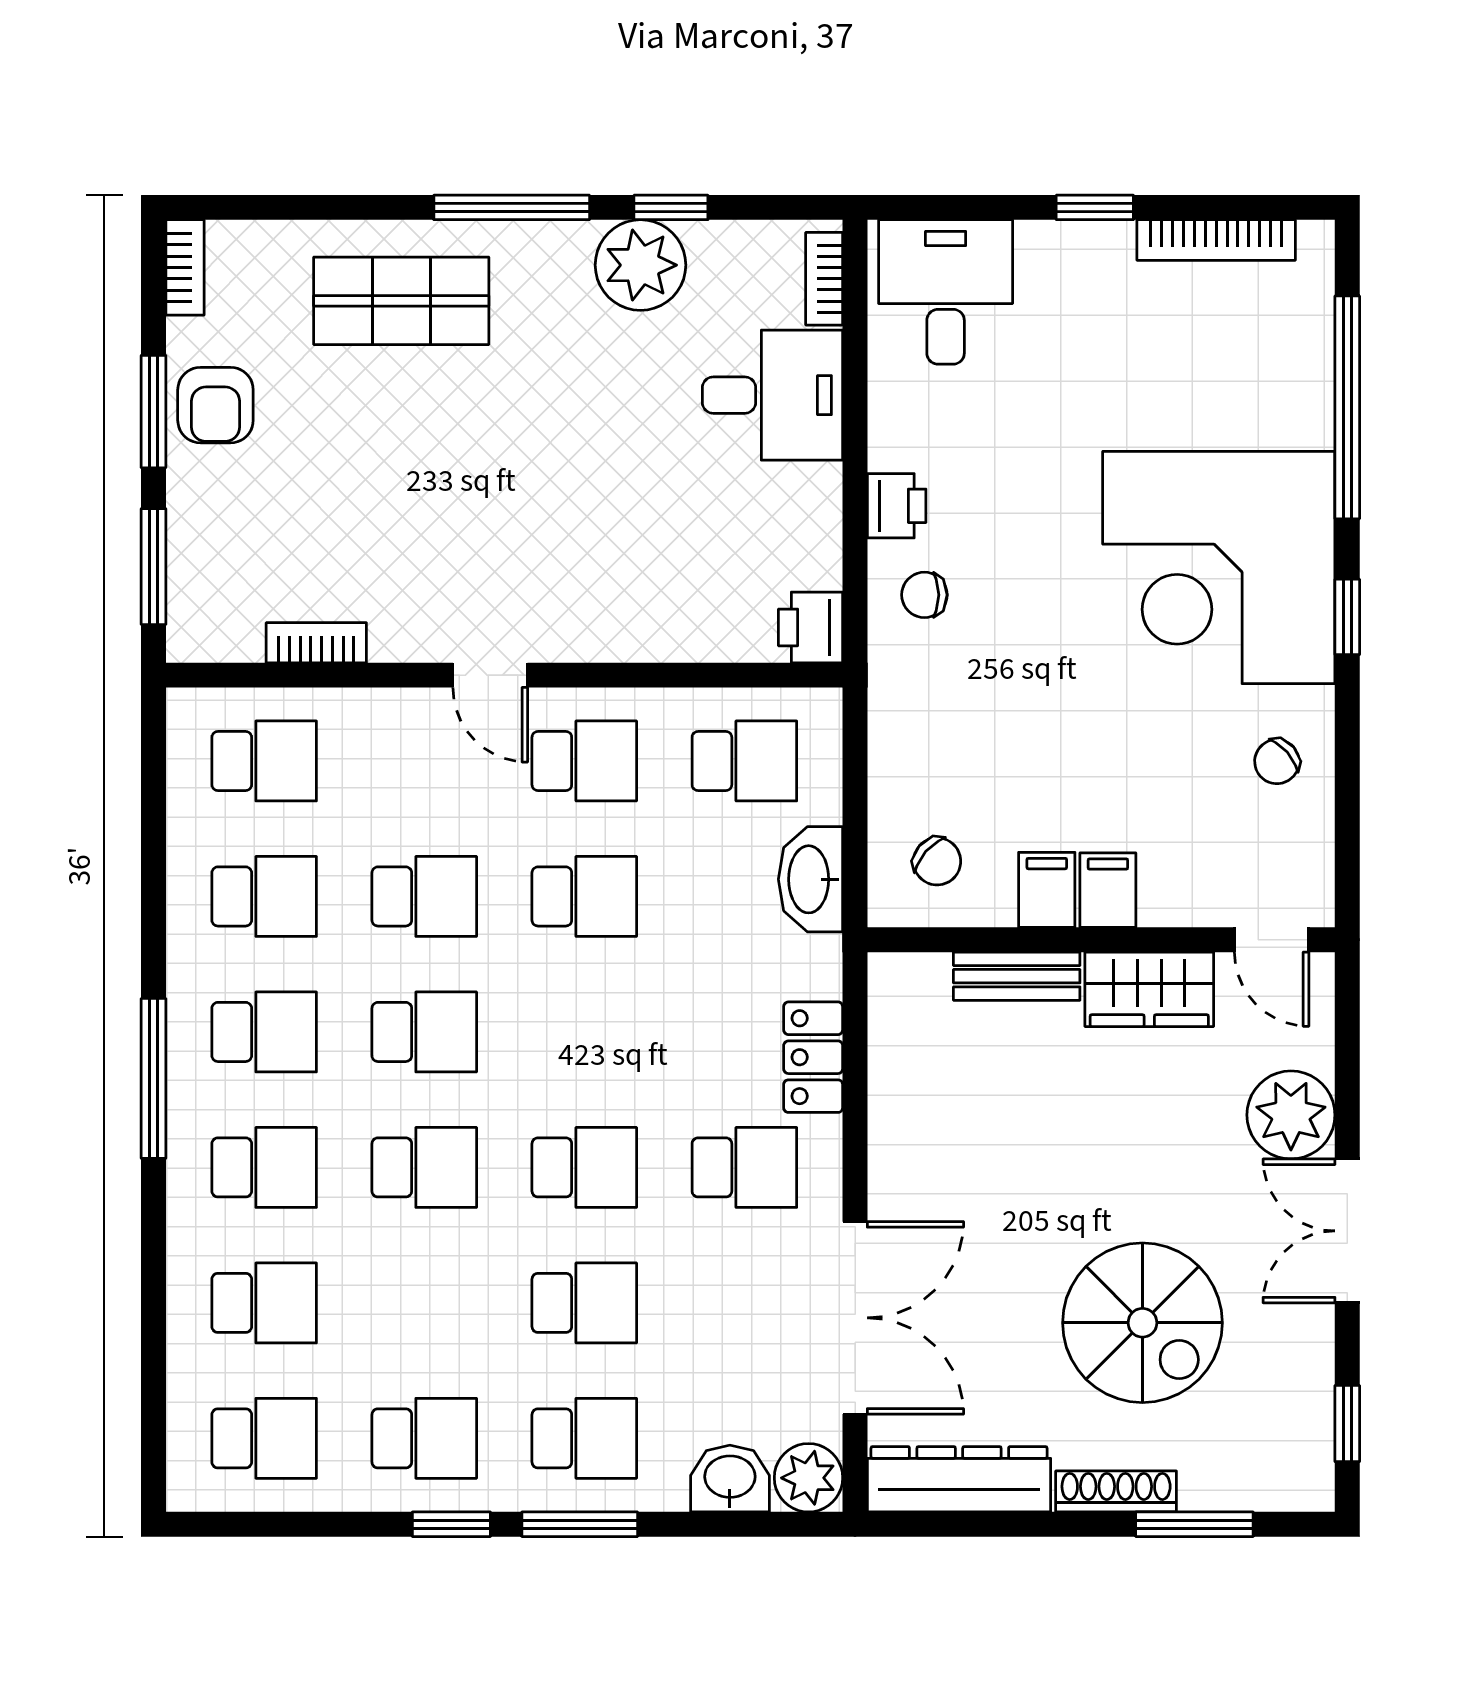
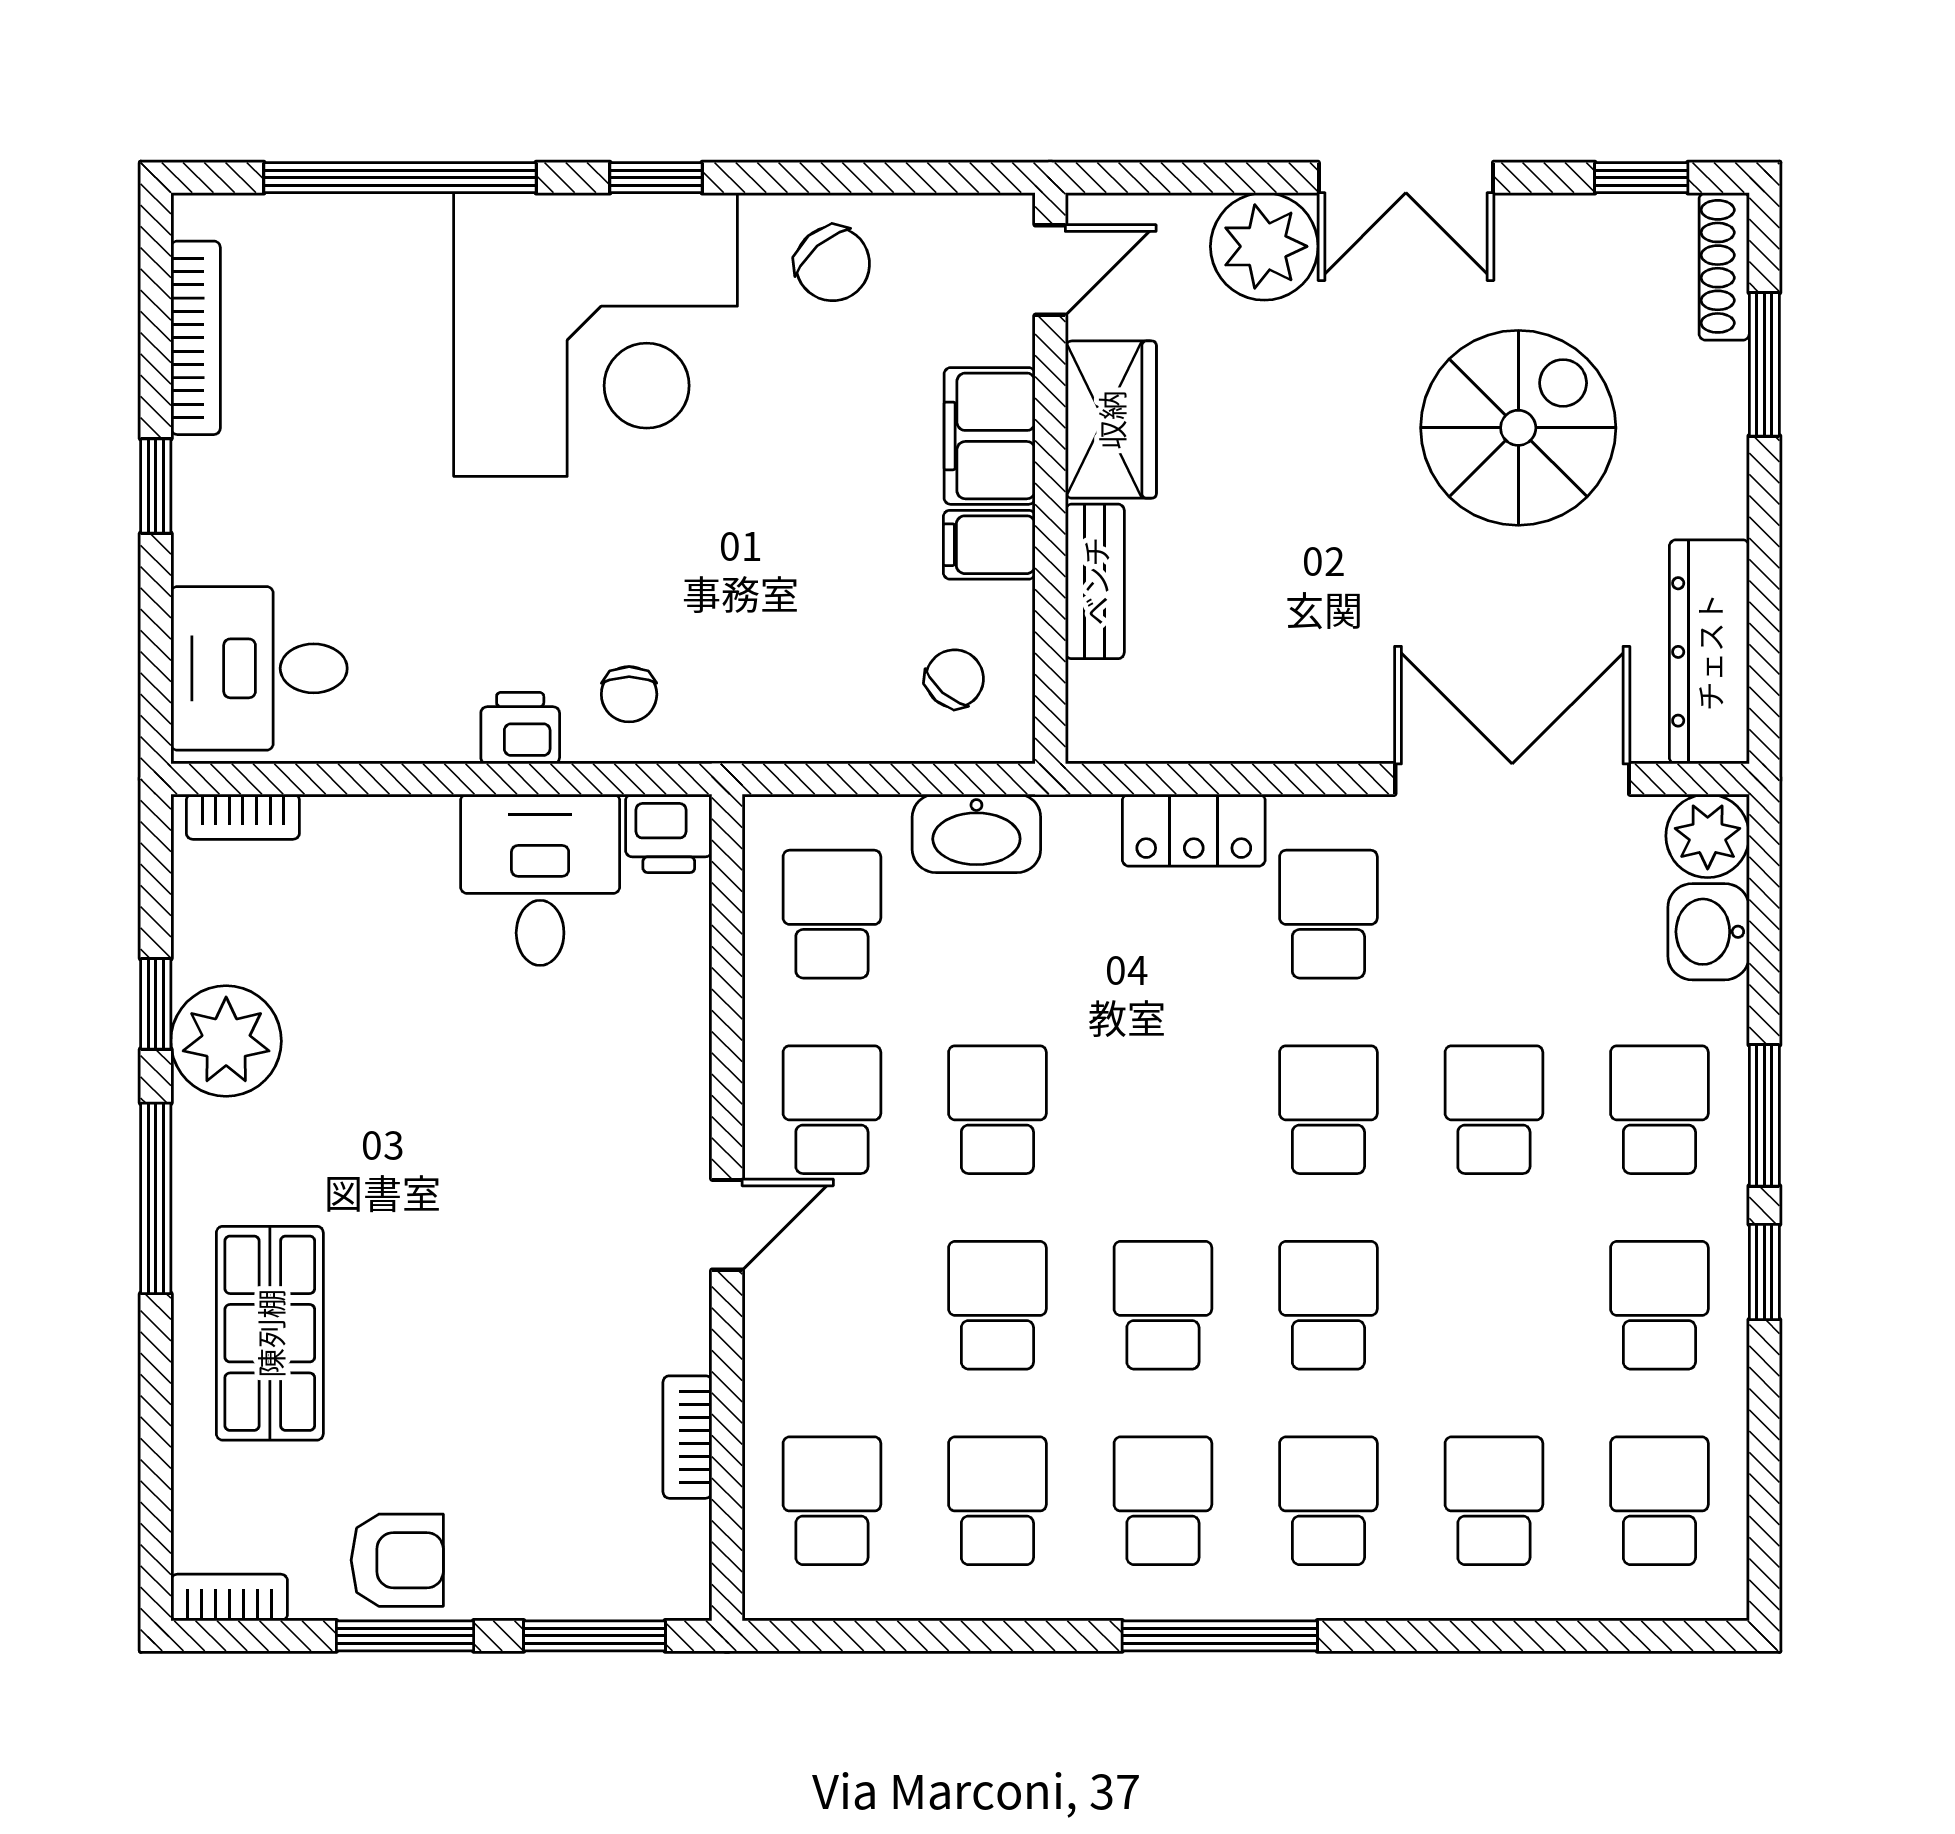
desk: (773, 395) -> (540, 880), moved
chair: (1277, 762) -> (833, 264), width x1.37, depth x1.37
filing cabinet: (1108, 890) -> (990, 436), width x2.00
shoe rack: (1116, 1491) -> (1724, 266), moved

